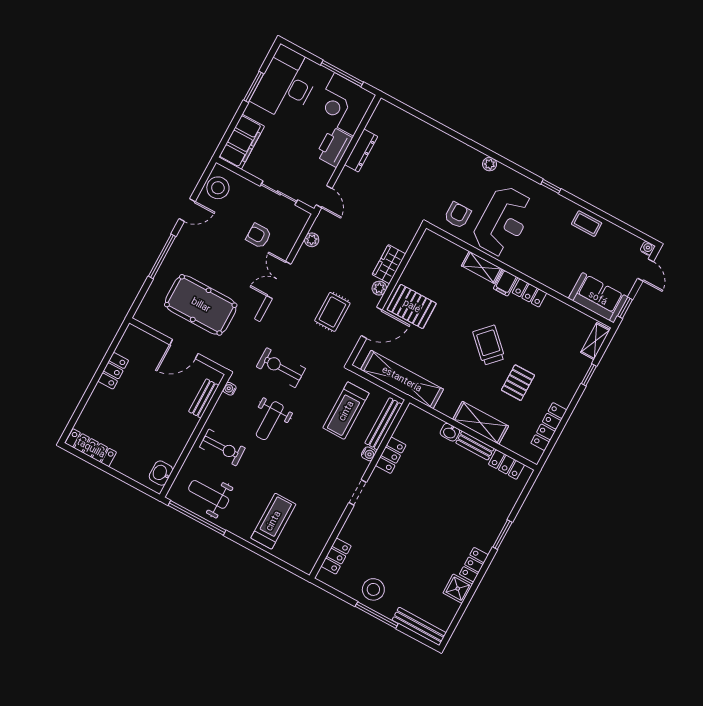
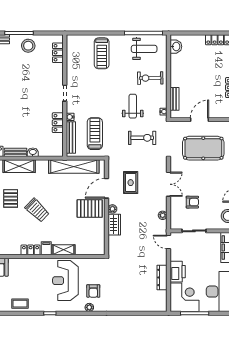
armchair: (458, 215) -> (93, 291), moved

